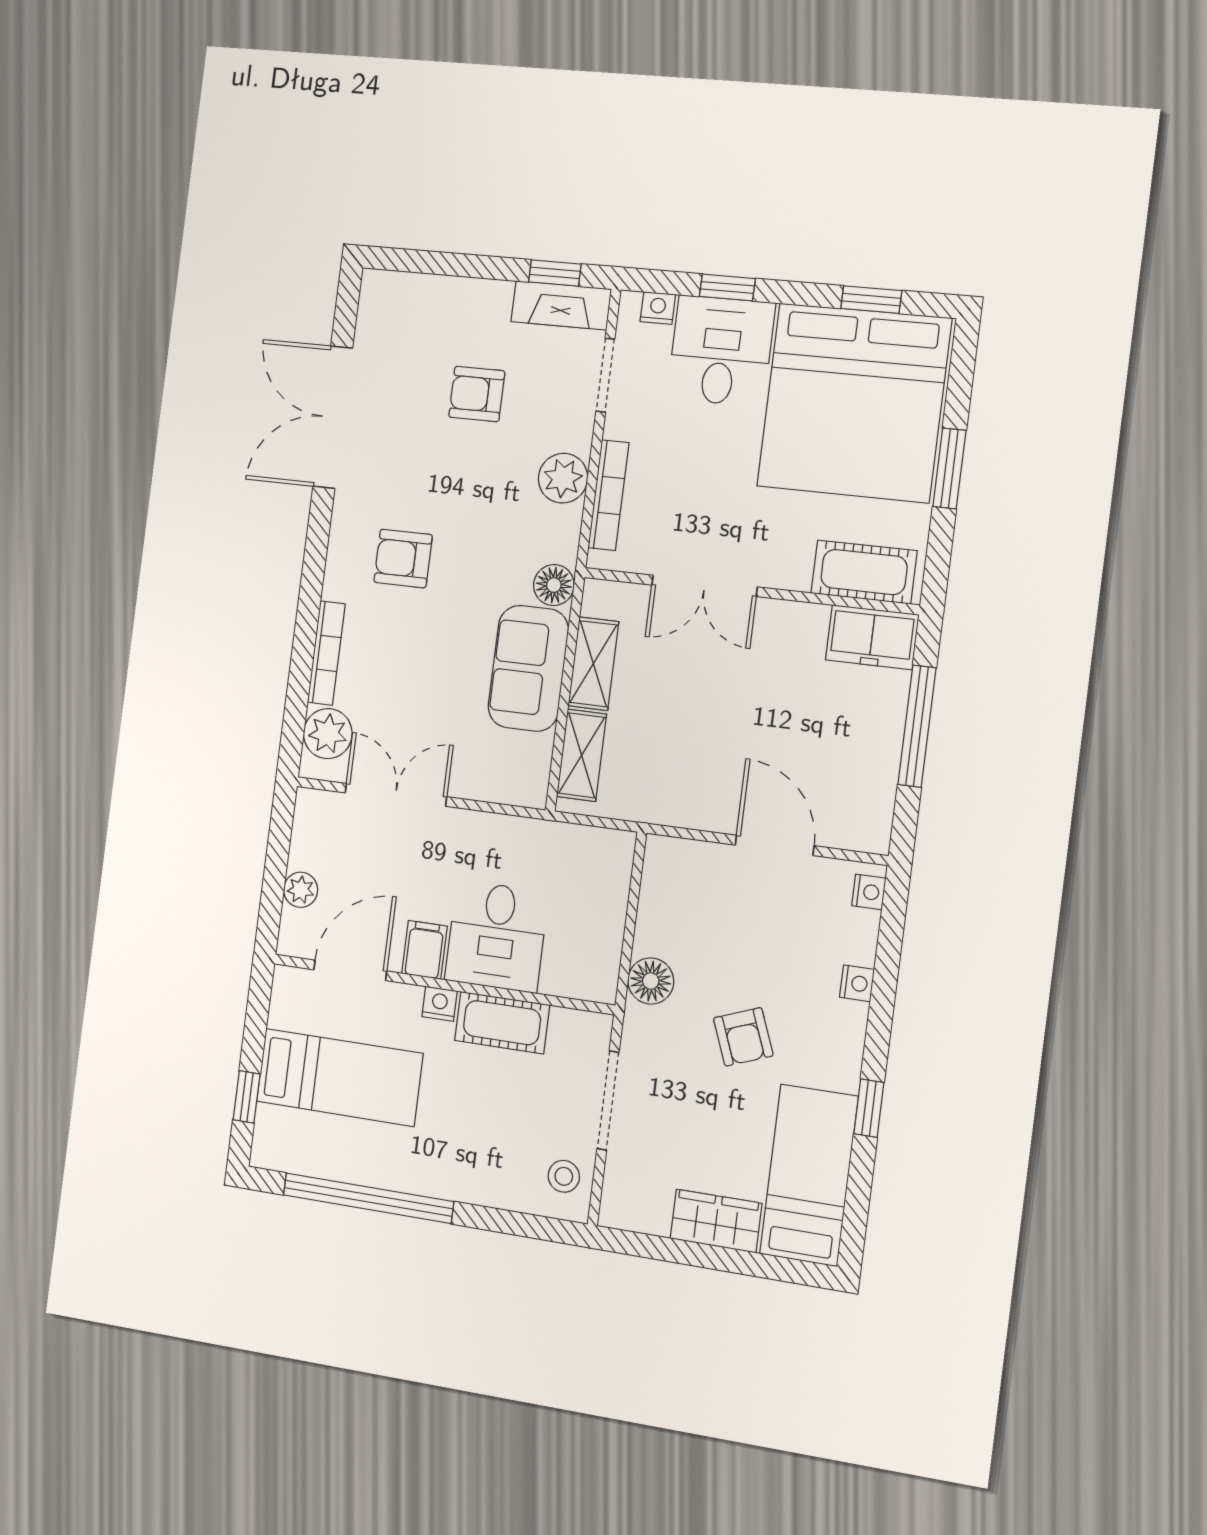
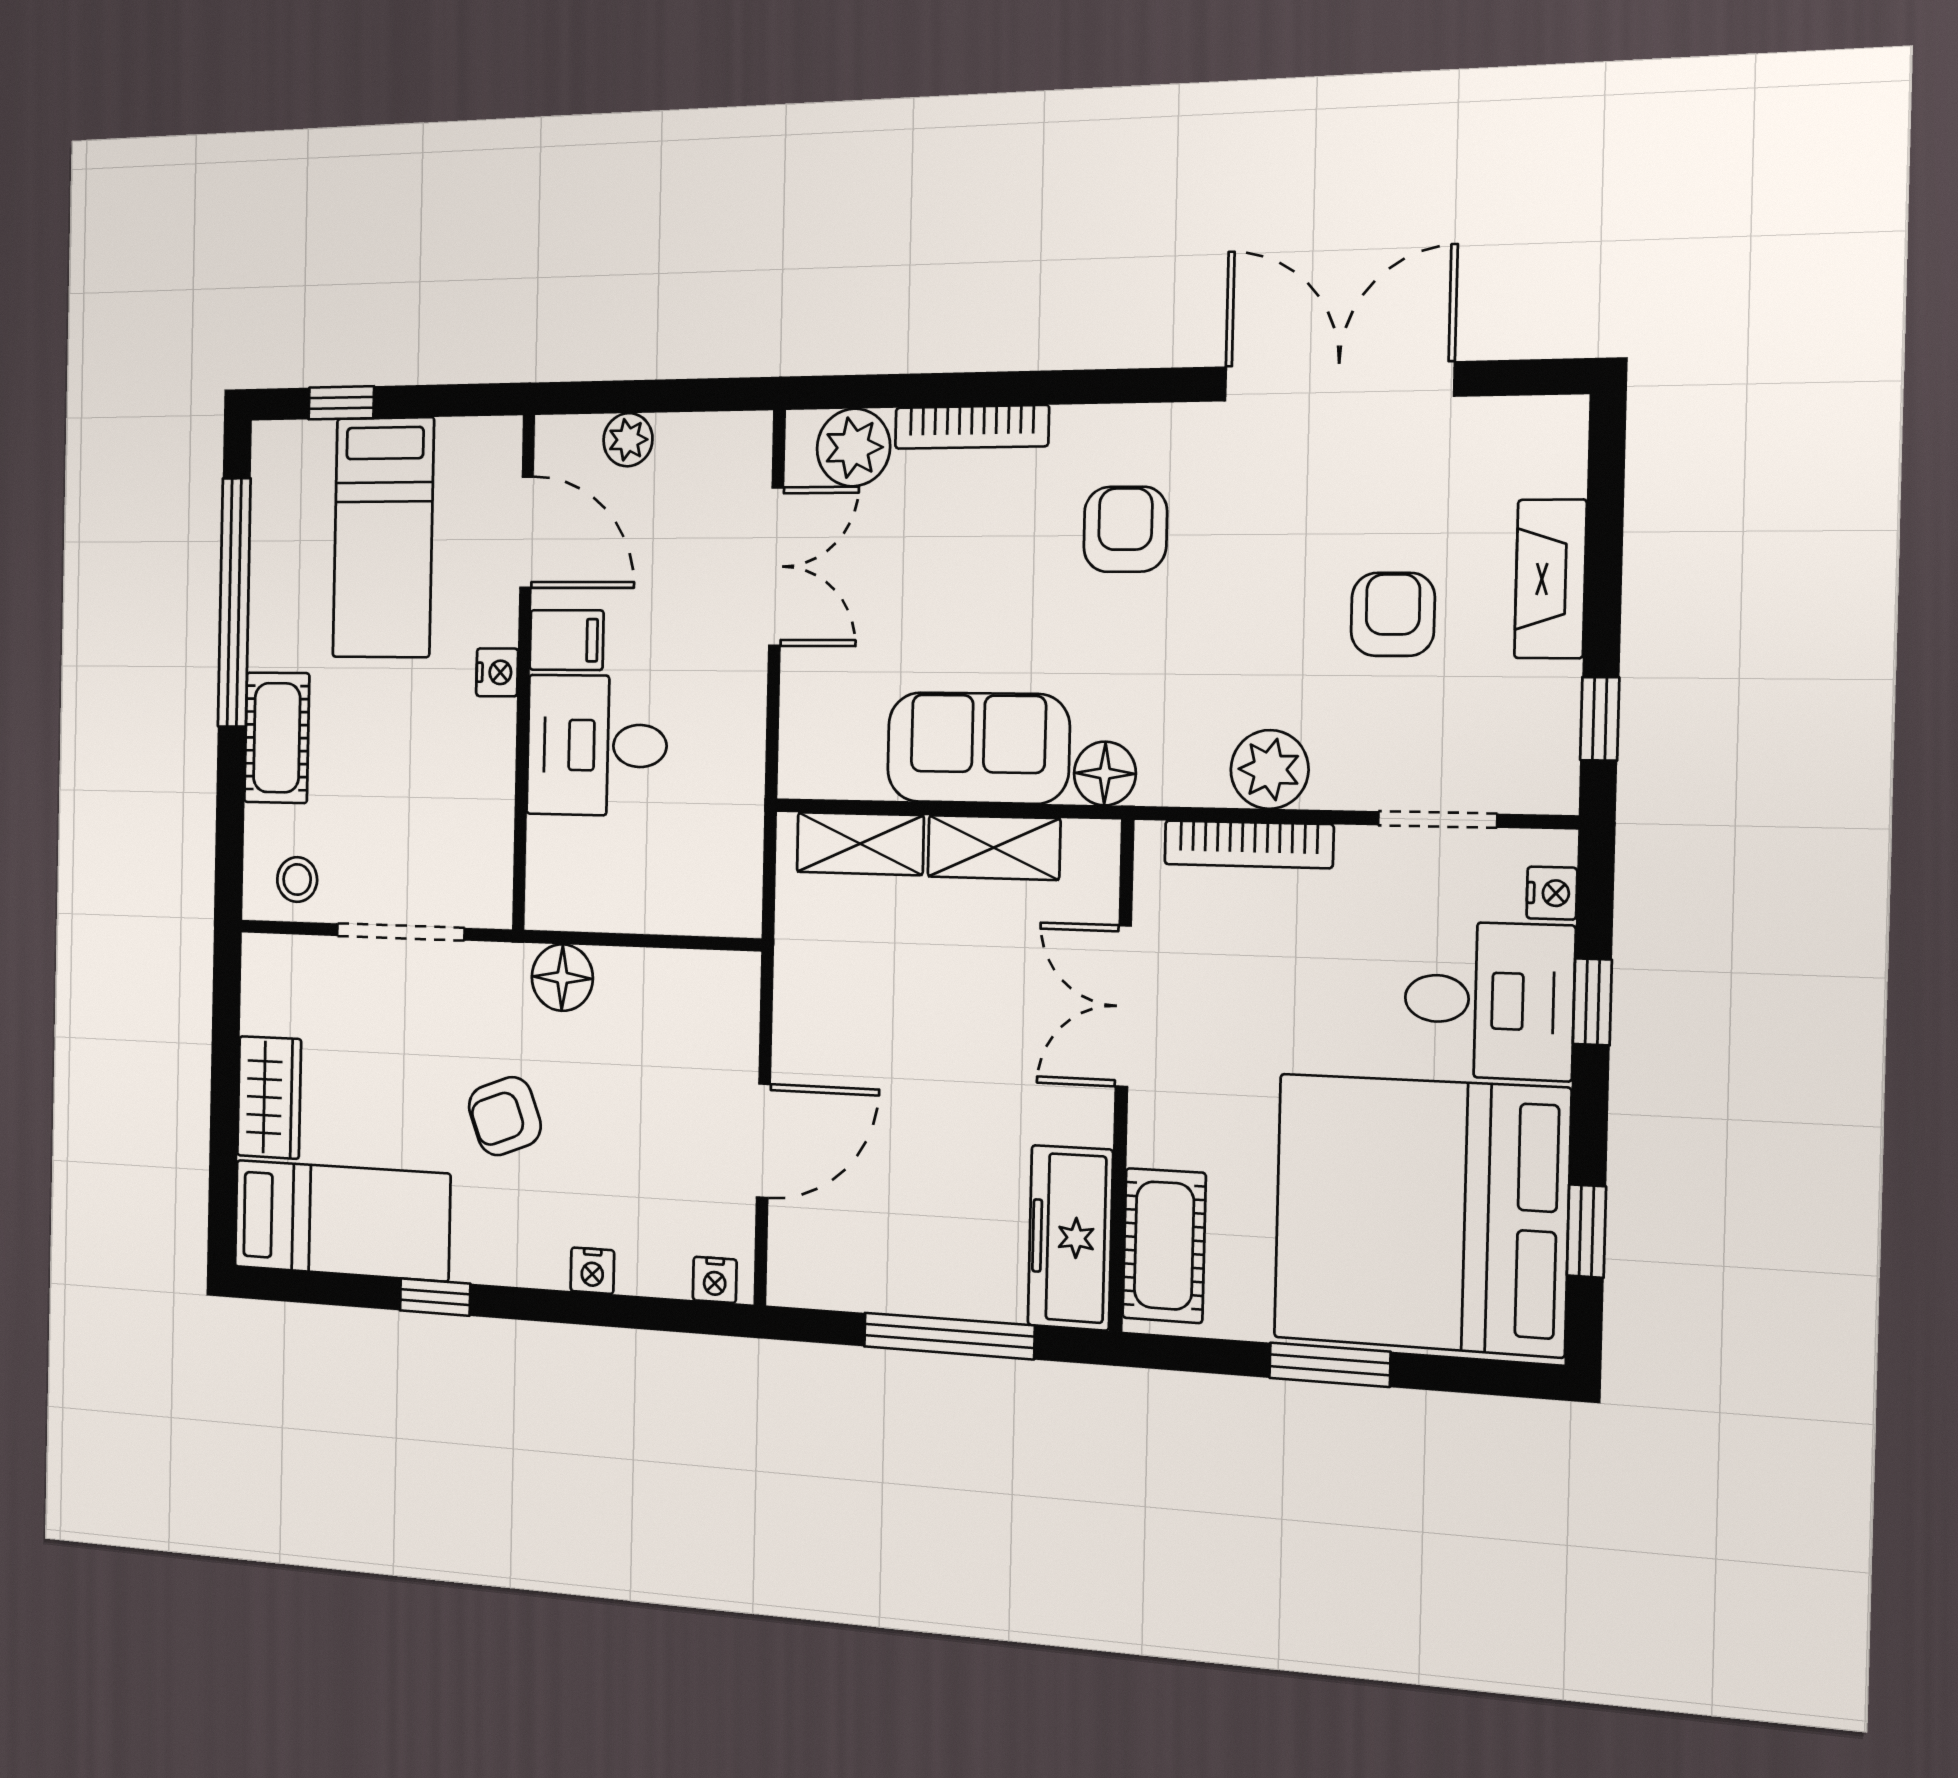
fireplace: (561, 305) -> (1550, 579), moved
freezer: (872, 637) -> (1070, 1238), width x1.40
cot: (502, 1023) -> (277, 738), moved

